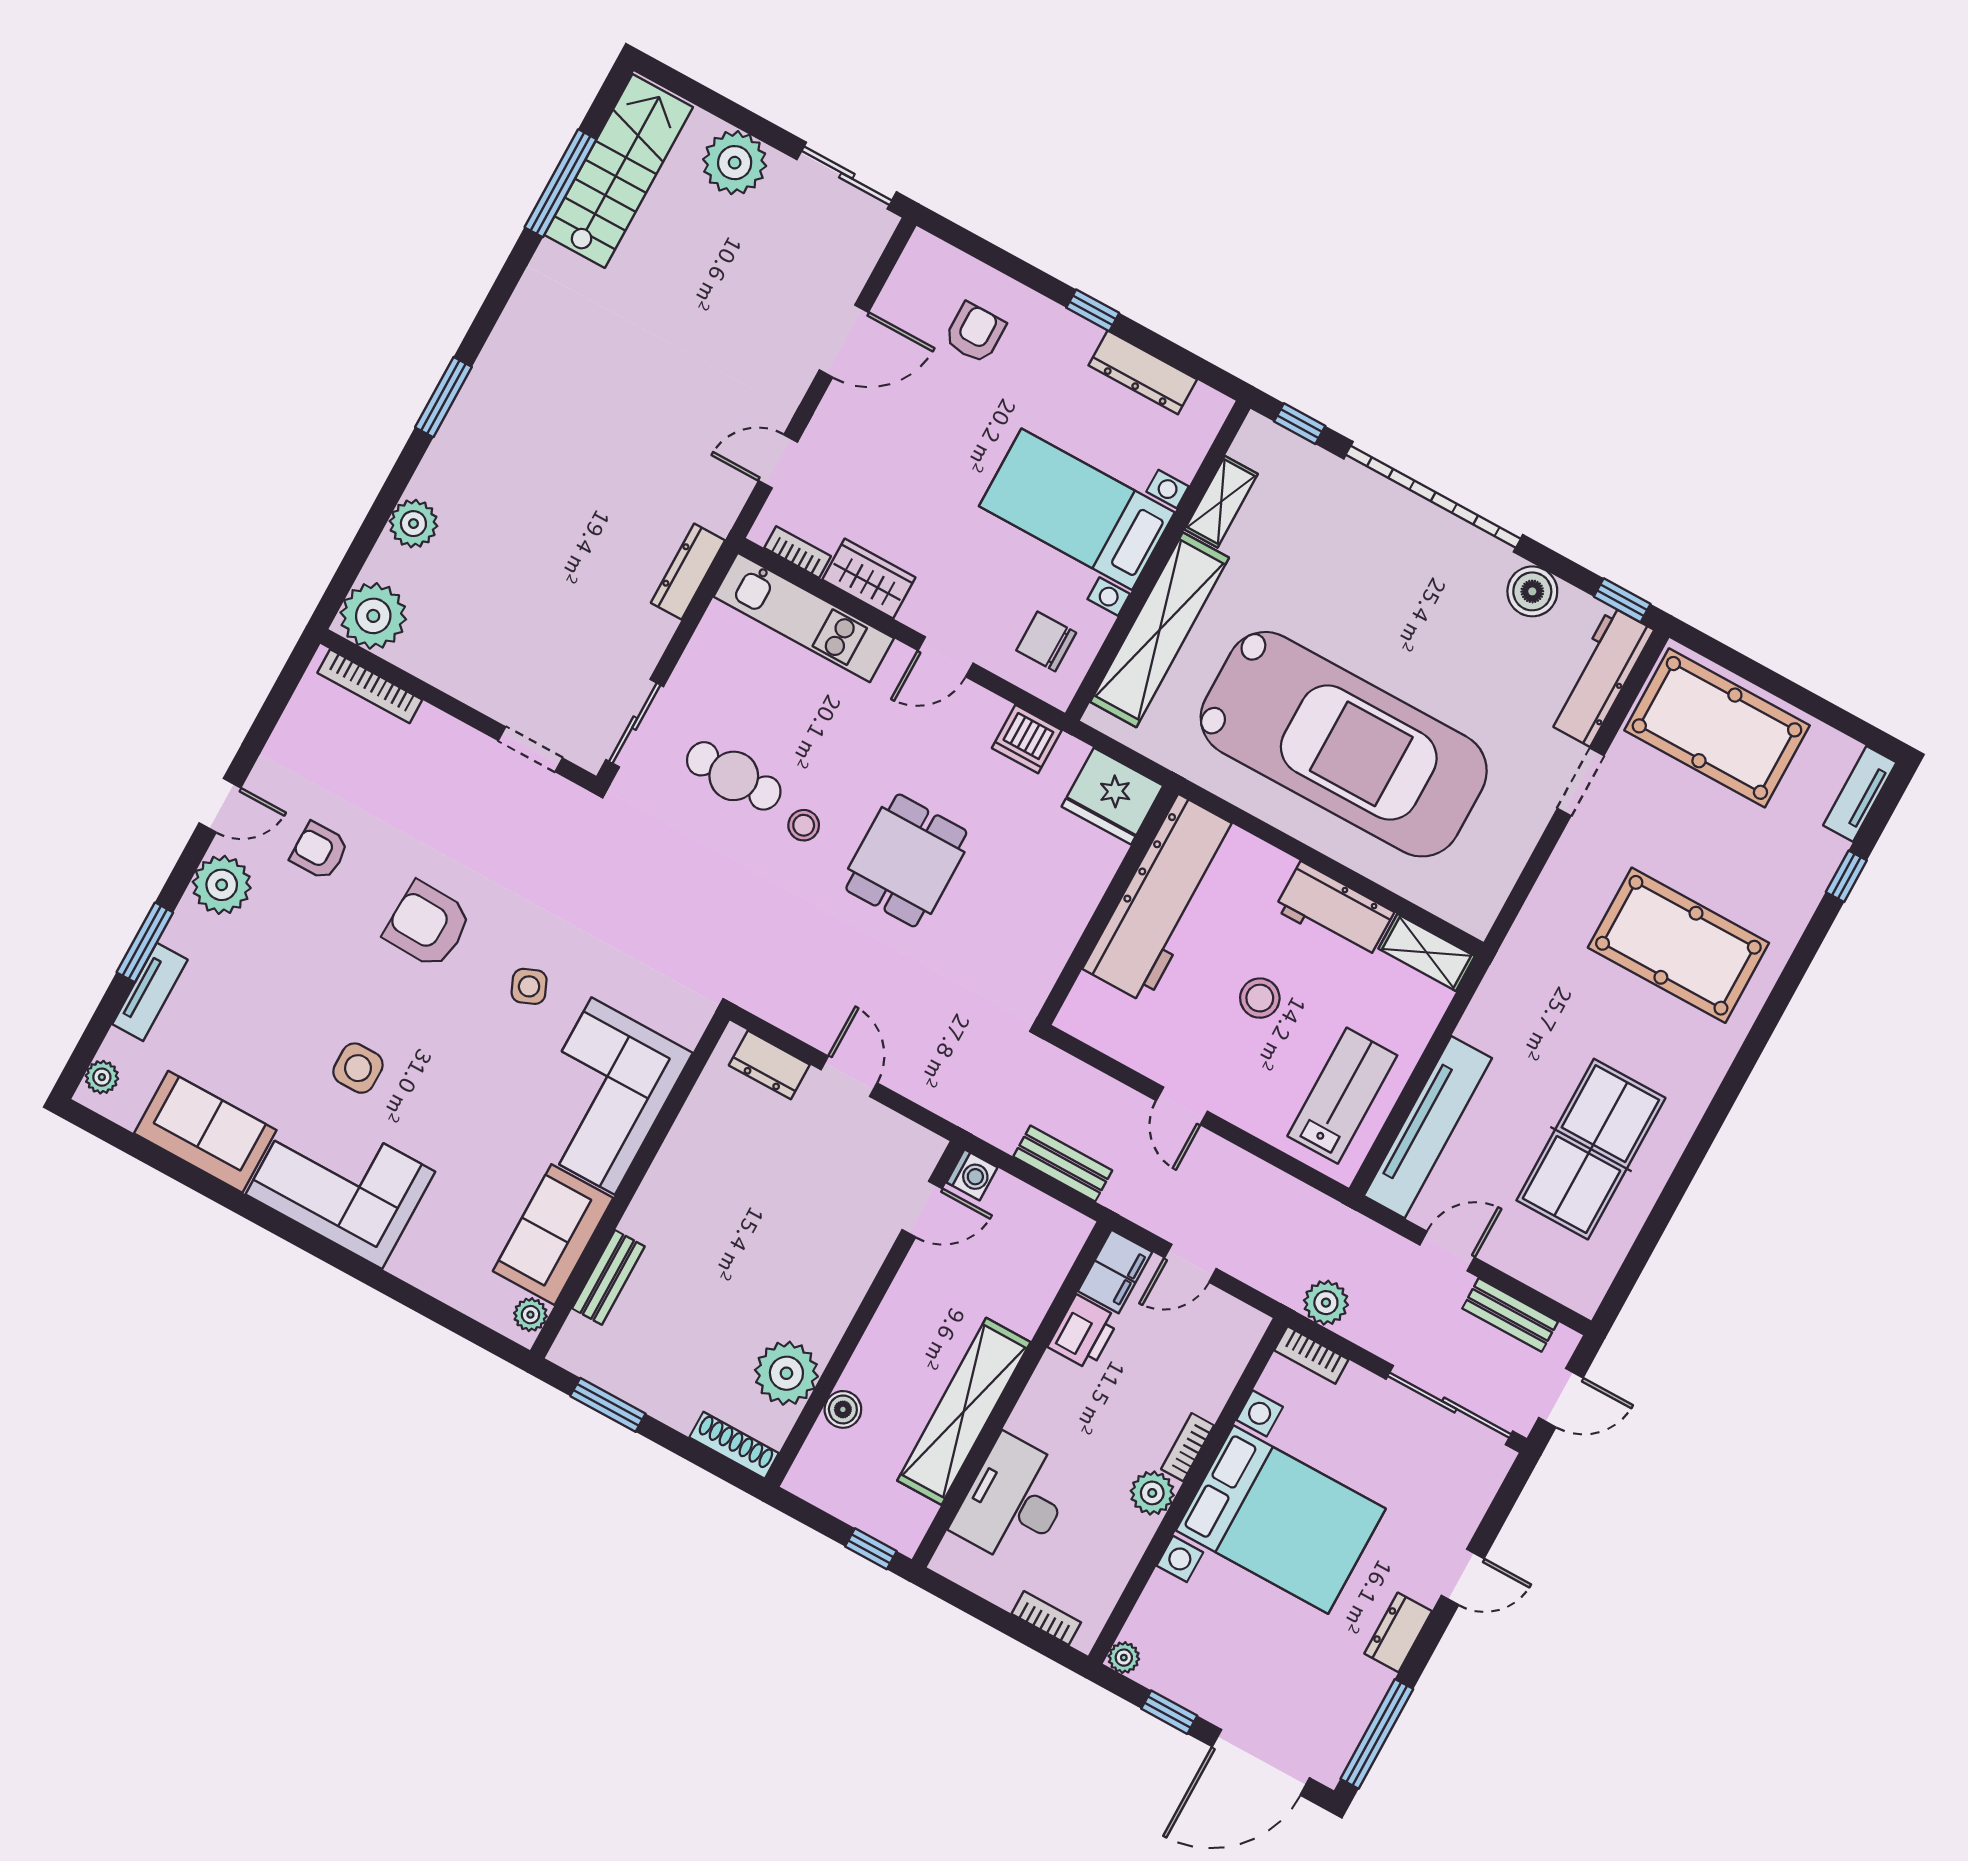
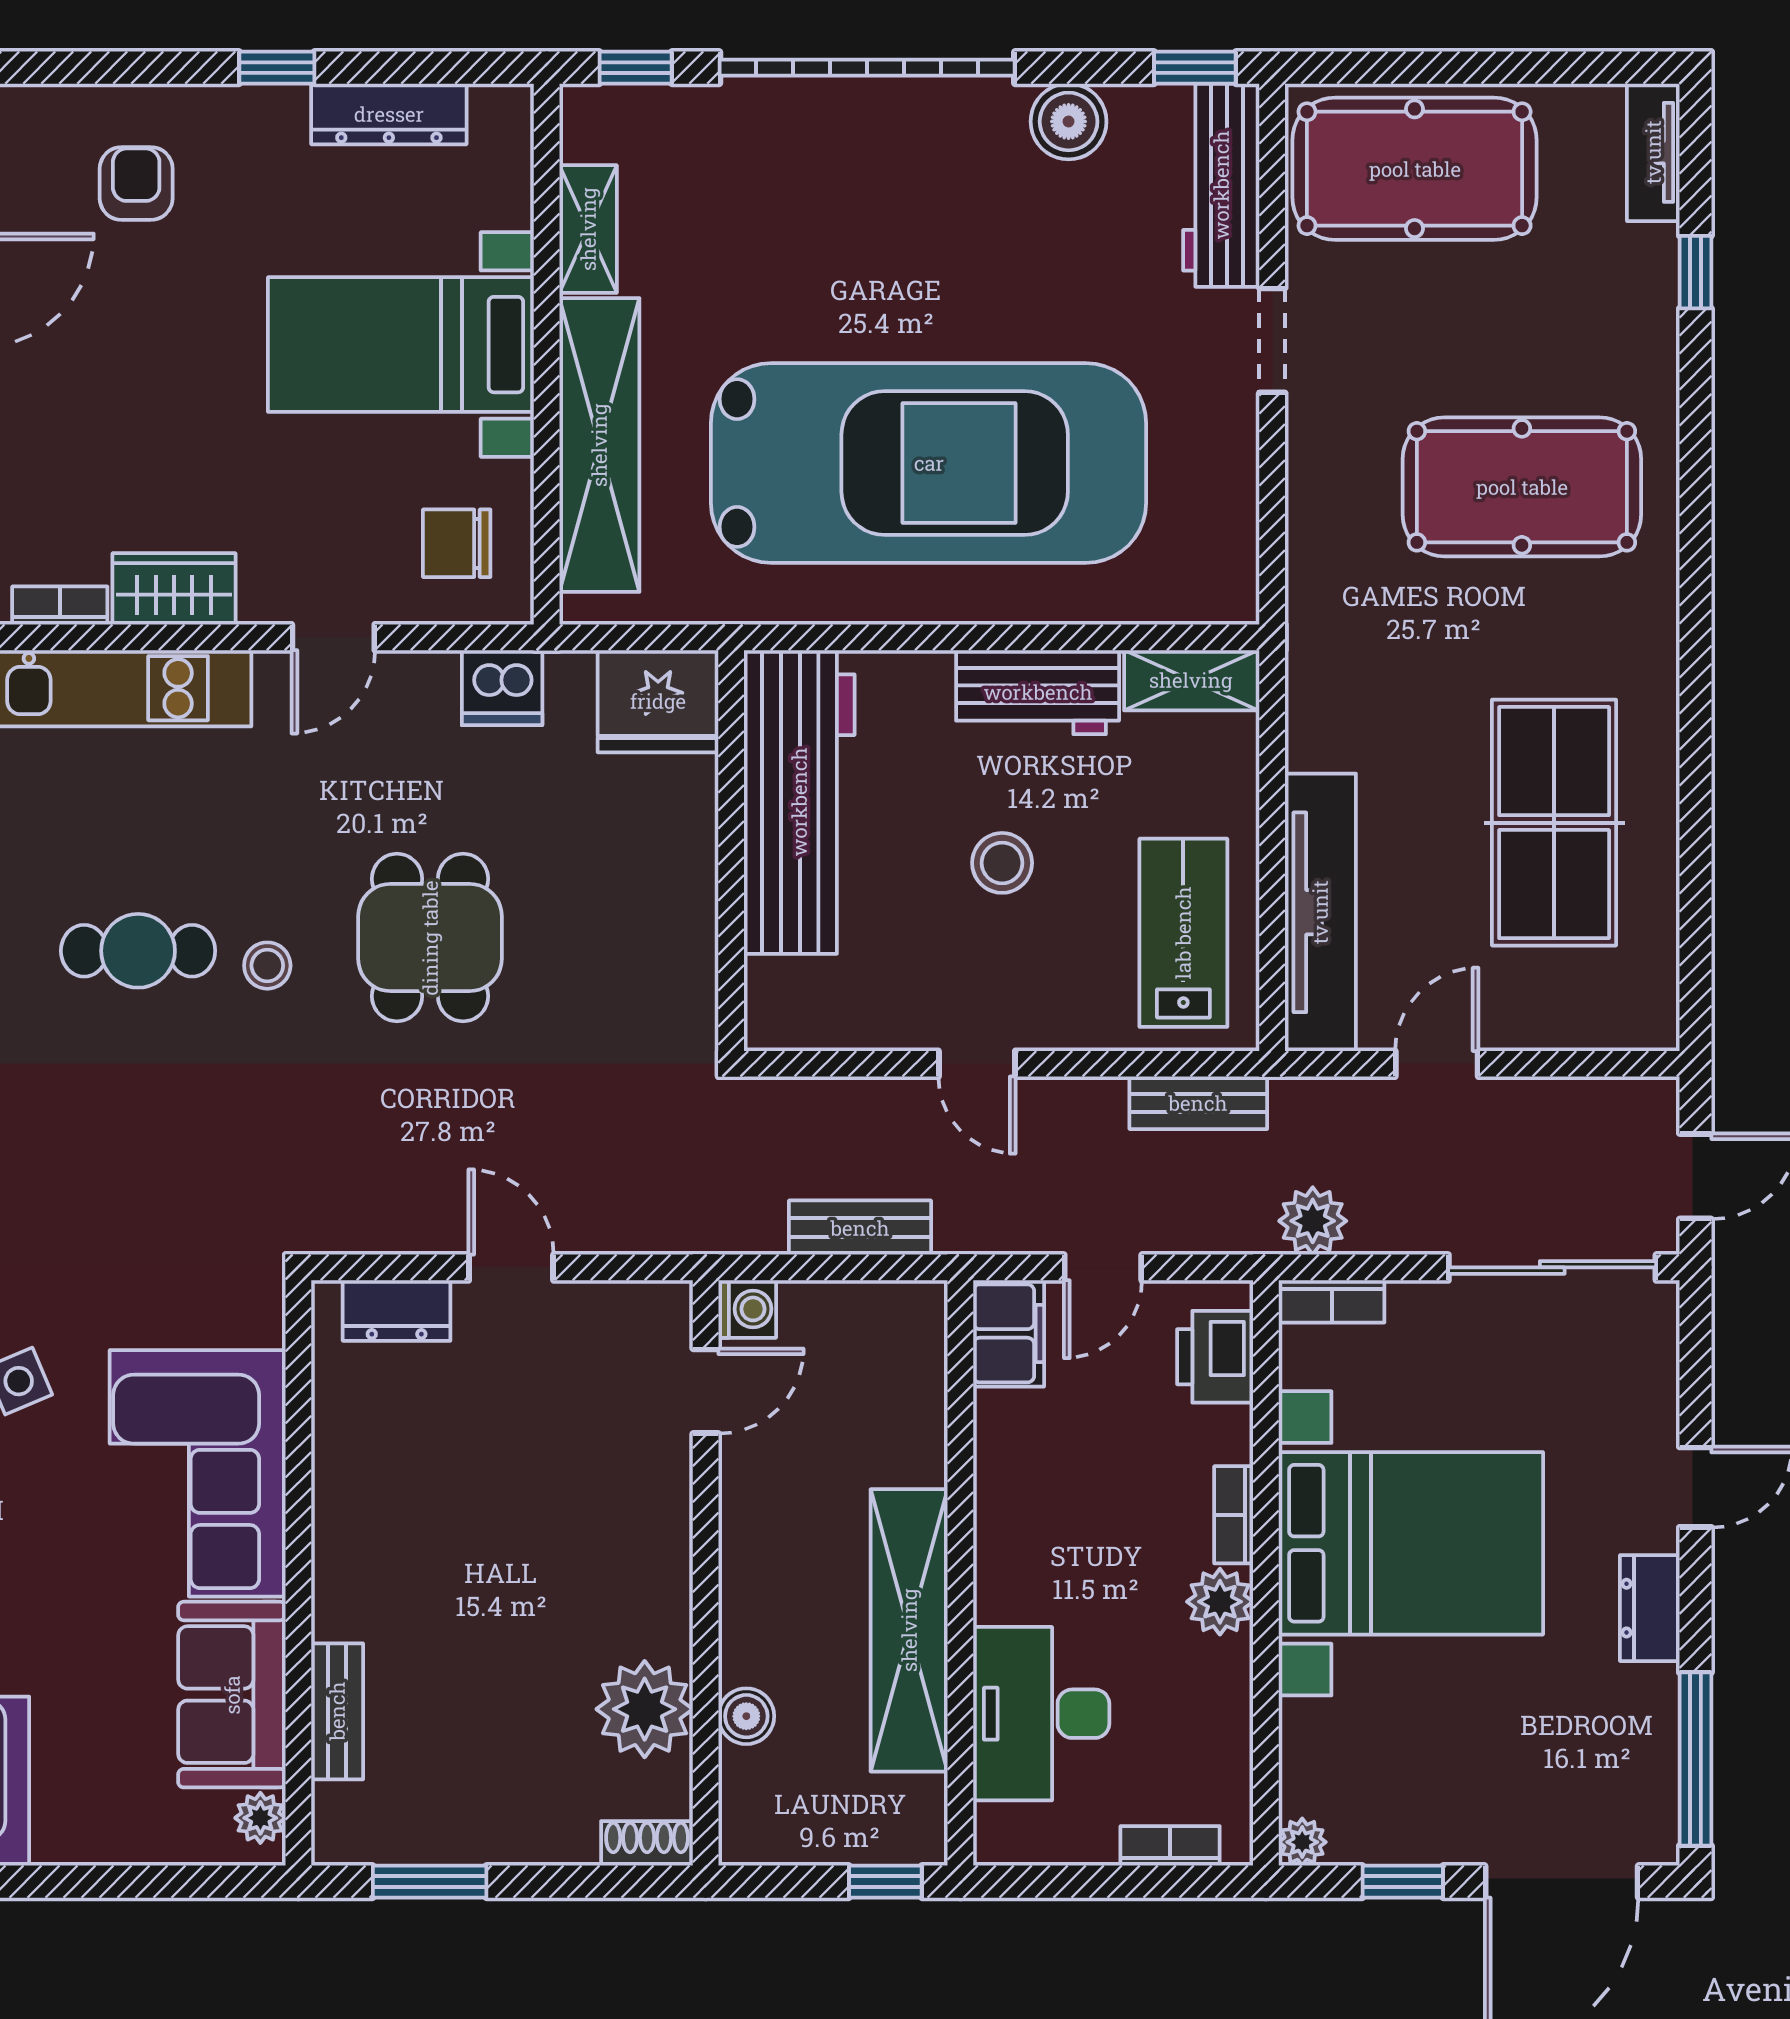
bench: (1510, 1315) -> (1198, 1103), moved
printer: (1083, 1332) -> (1215, 1357), moved, turned 180
shoe rack: (734, 1445) -> (647, 1843), width x0.70

